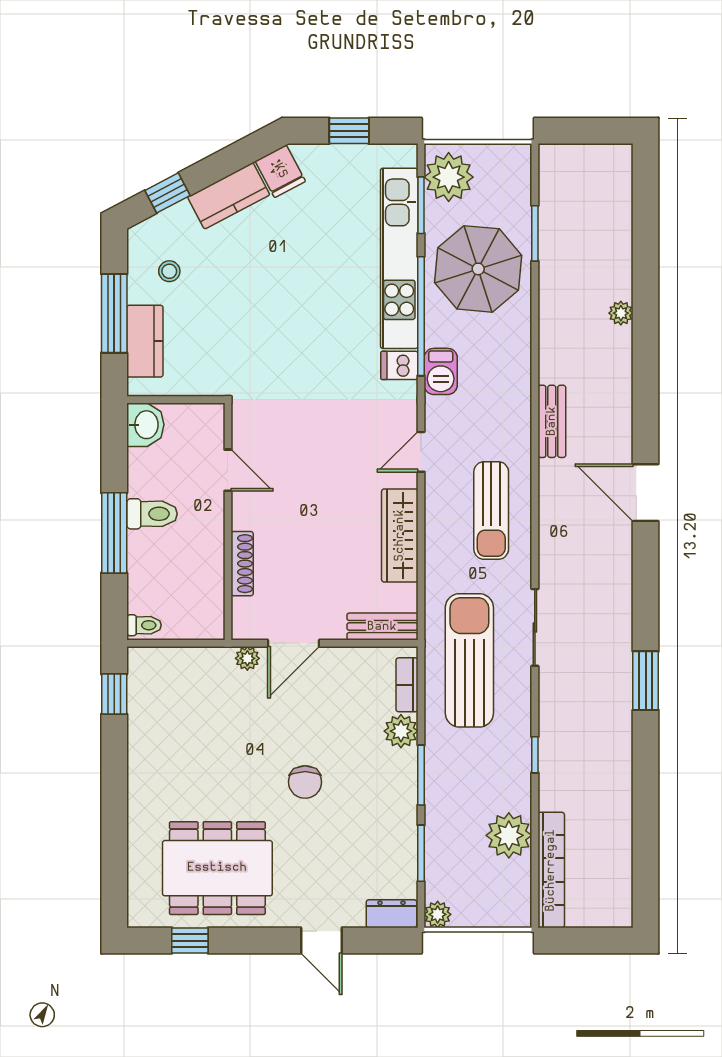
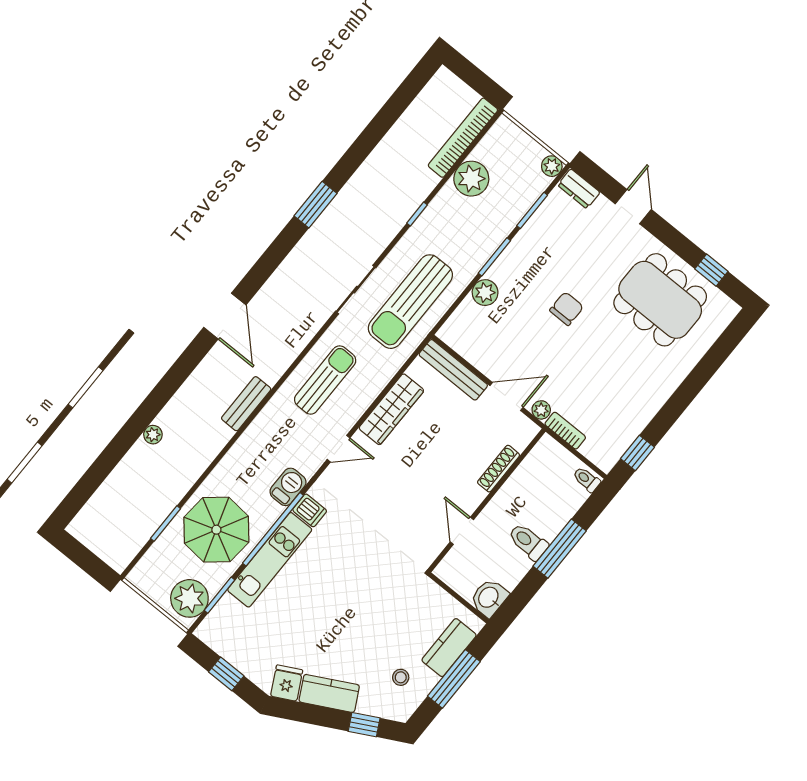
kitchen unit: (399, 258) -> (270, 560), width x0.73
bench: (382, 627) -> (453, 370), width x1.36
bookcase: (407, 685) -> (565, 431), moved, turned -90

